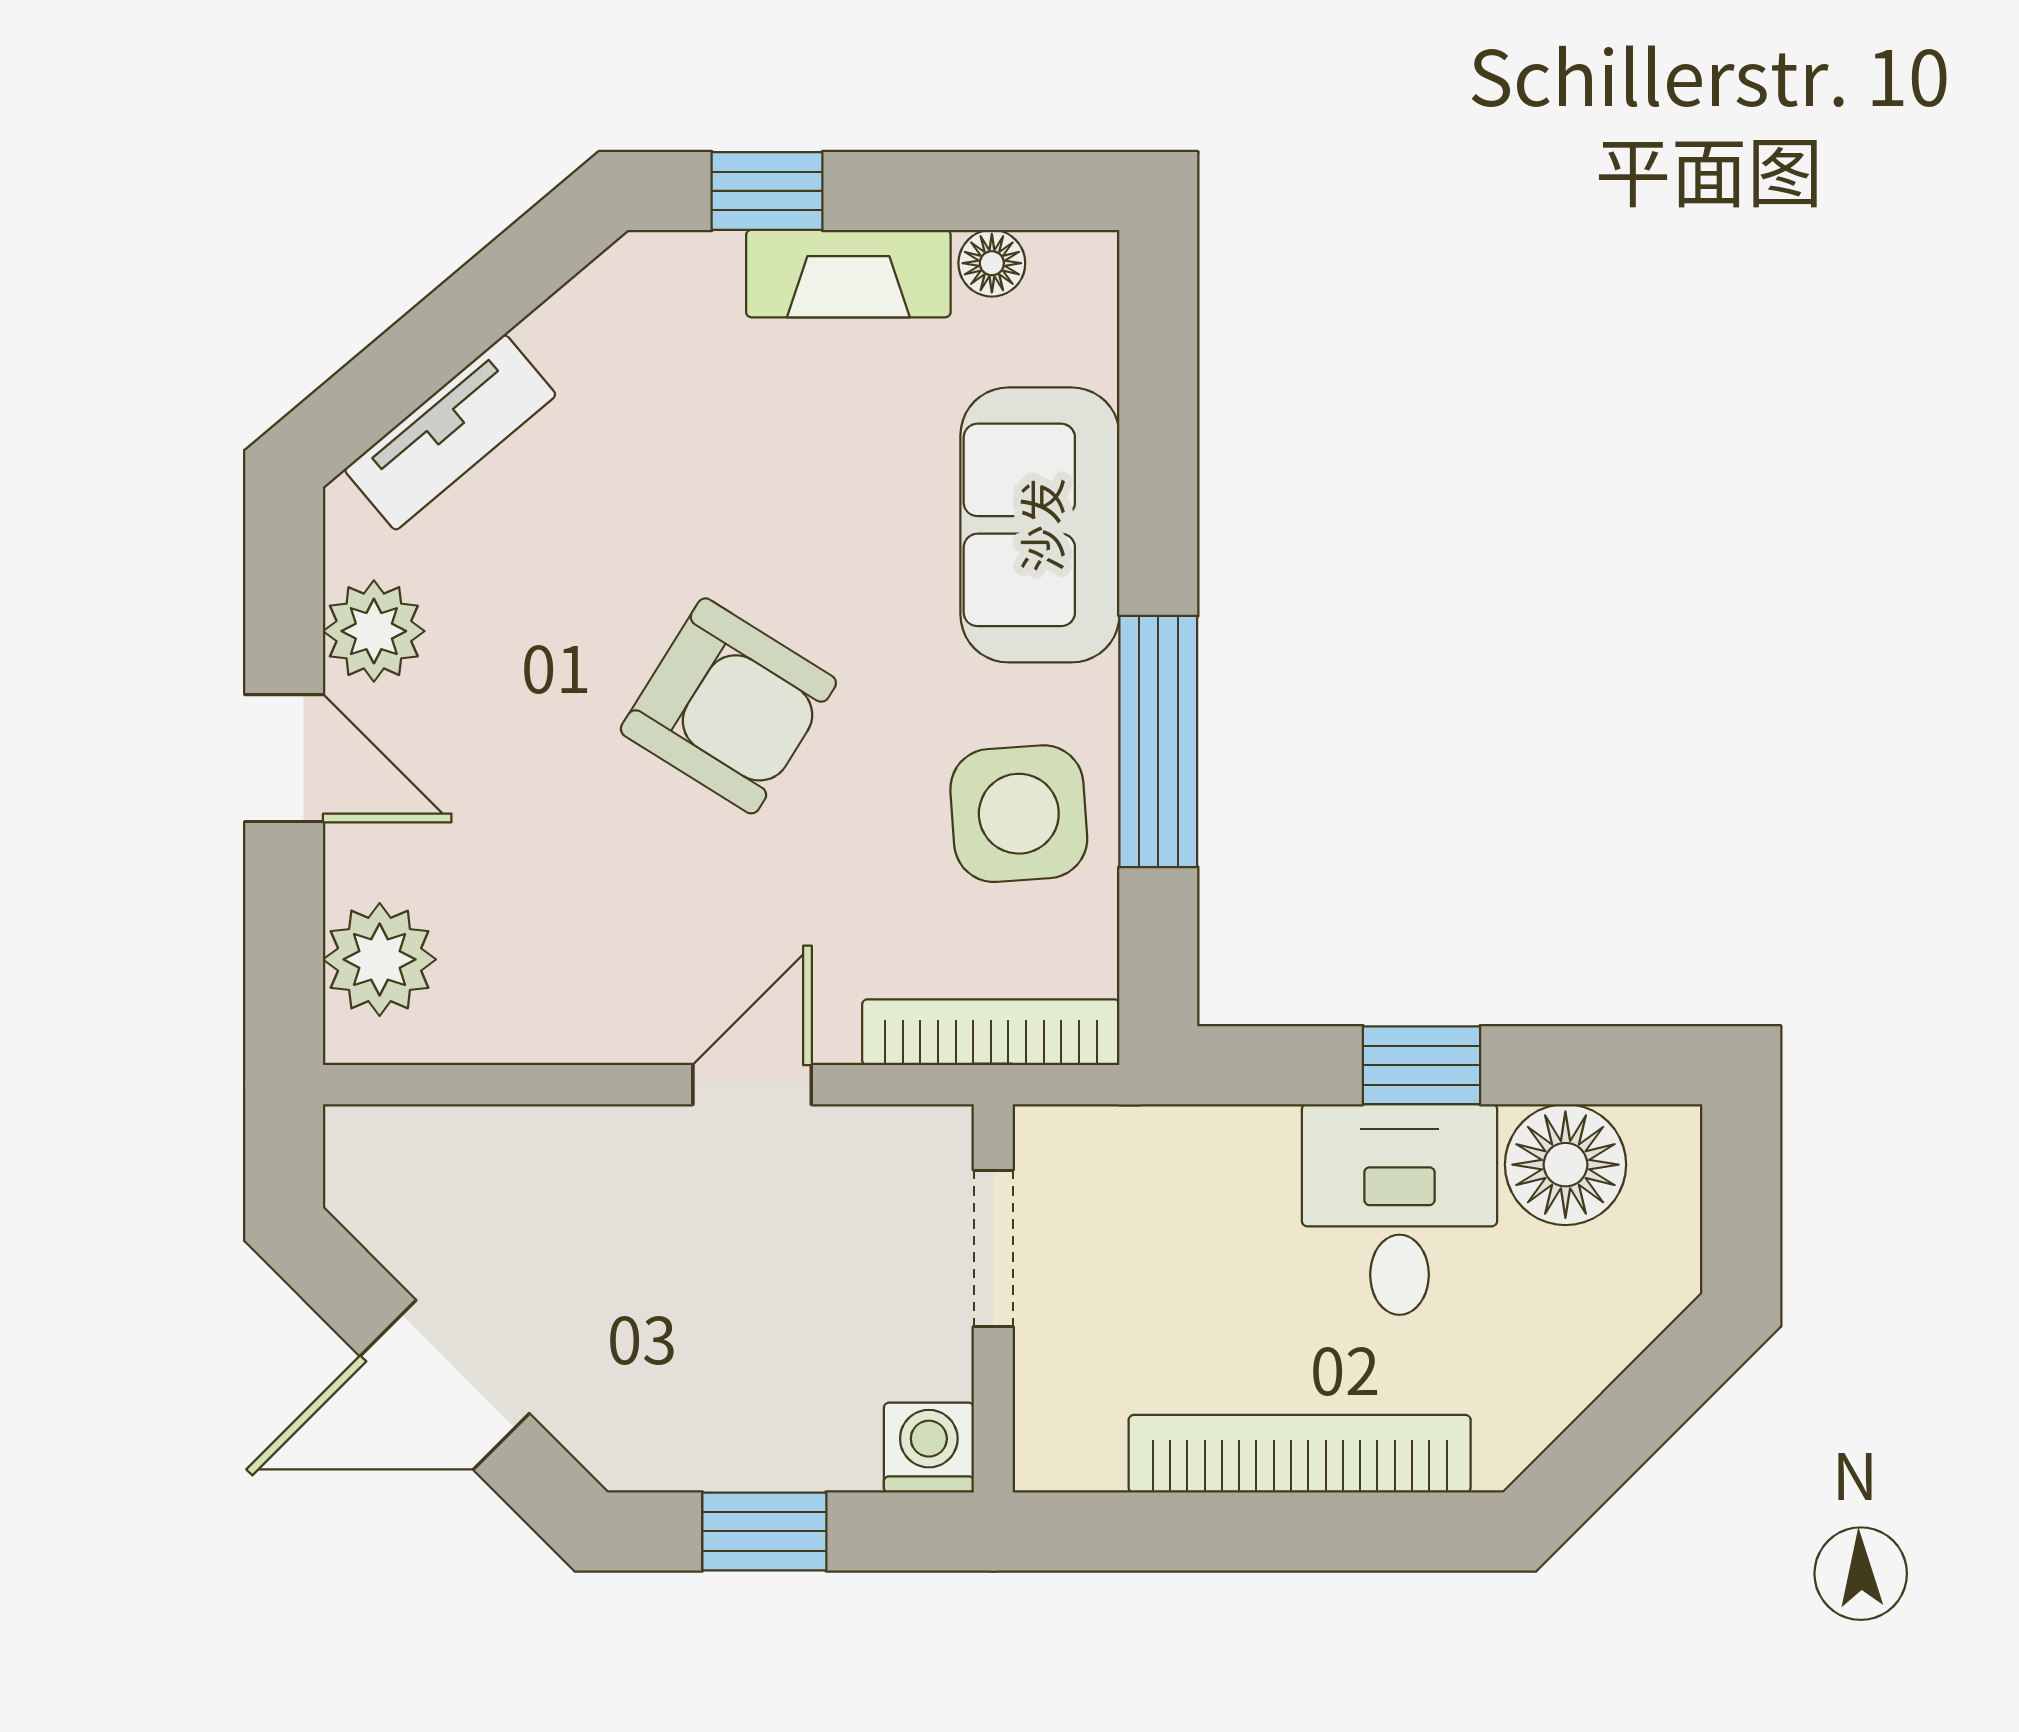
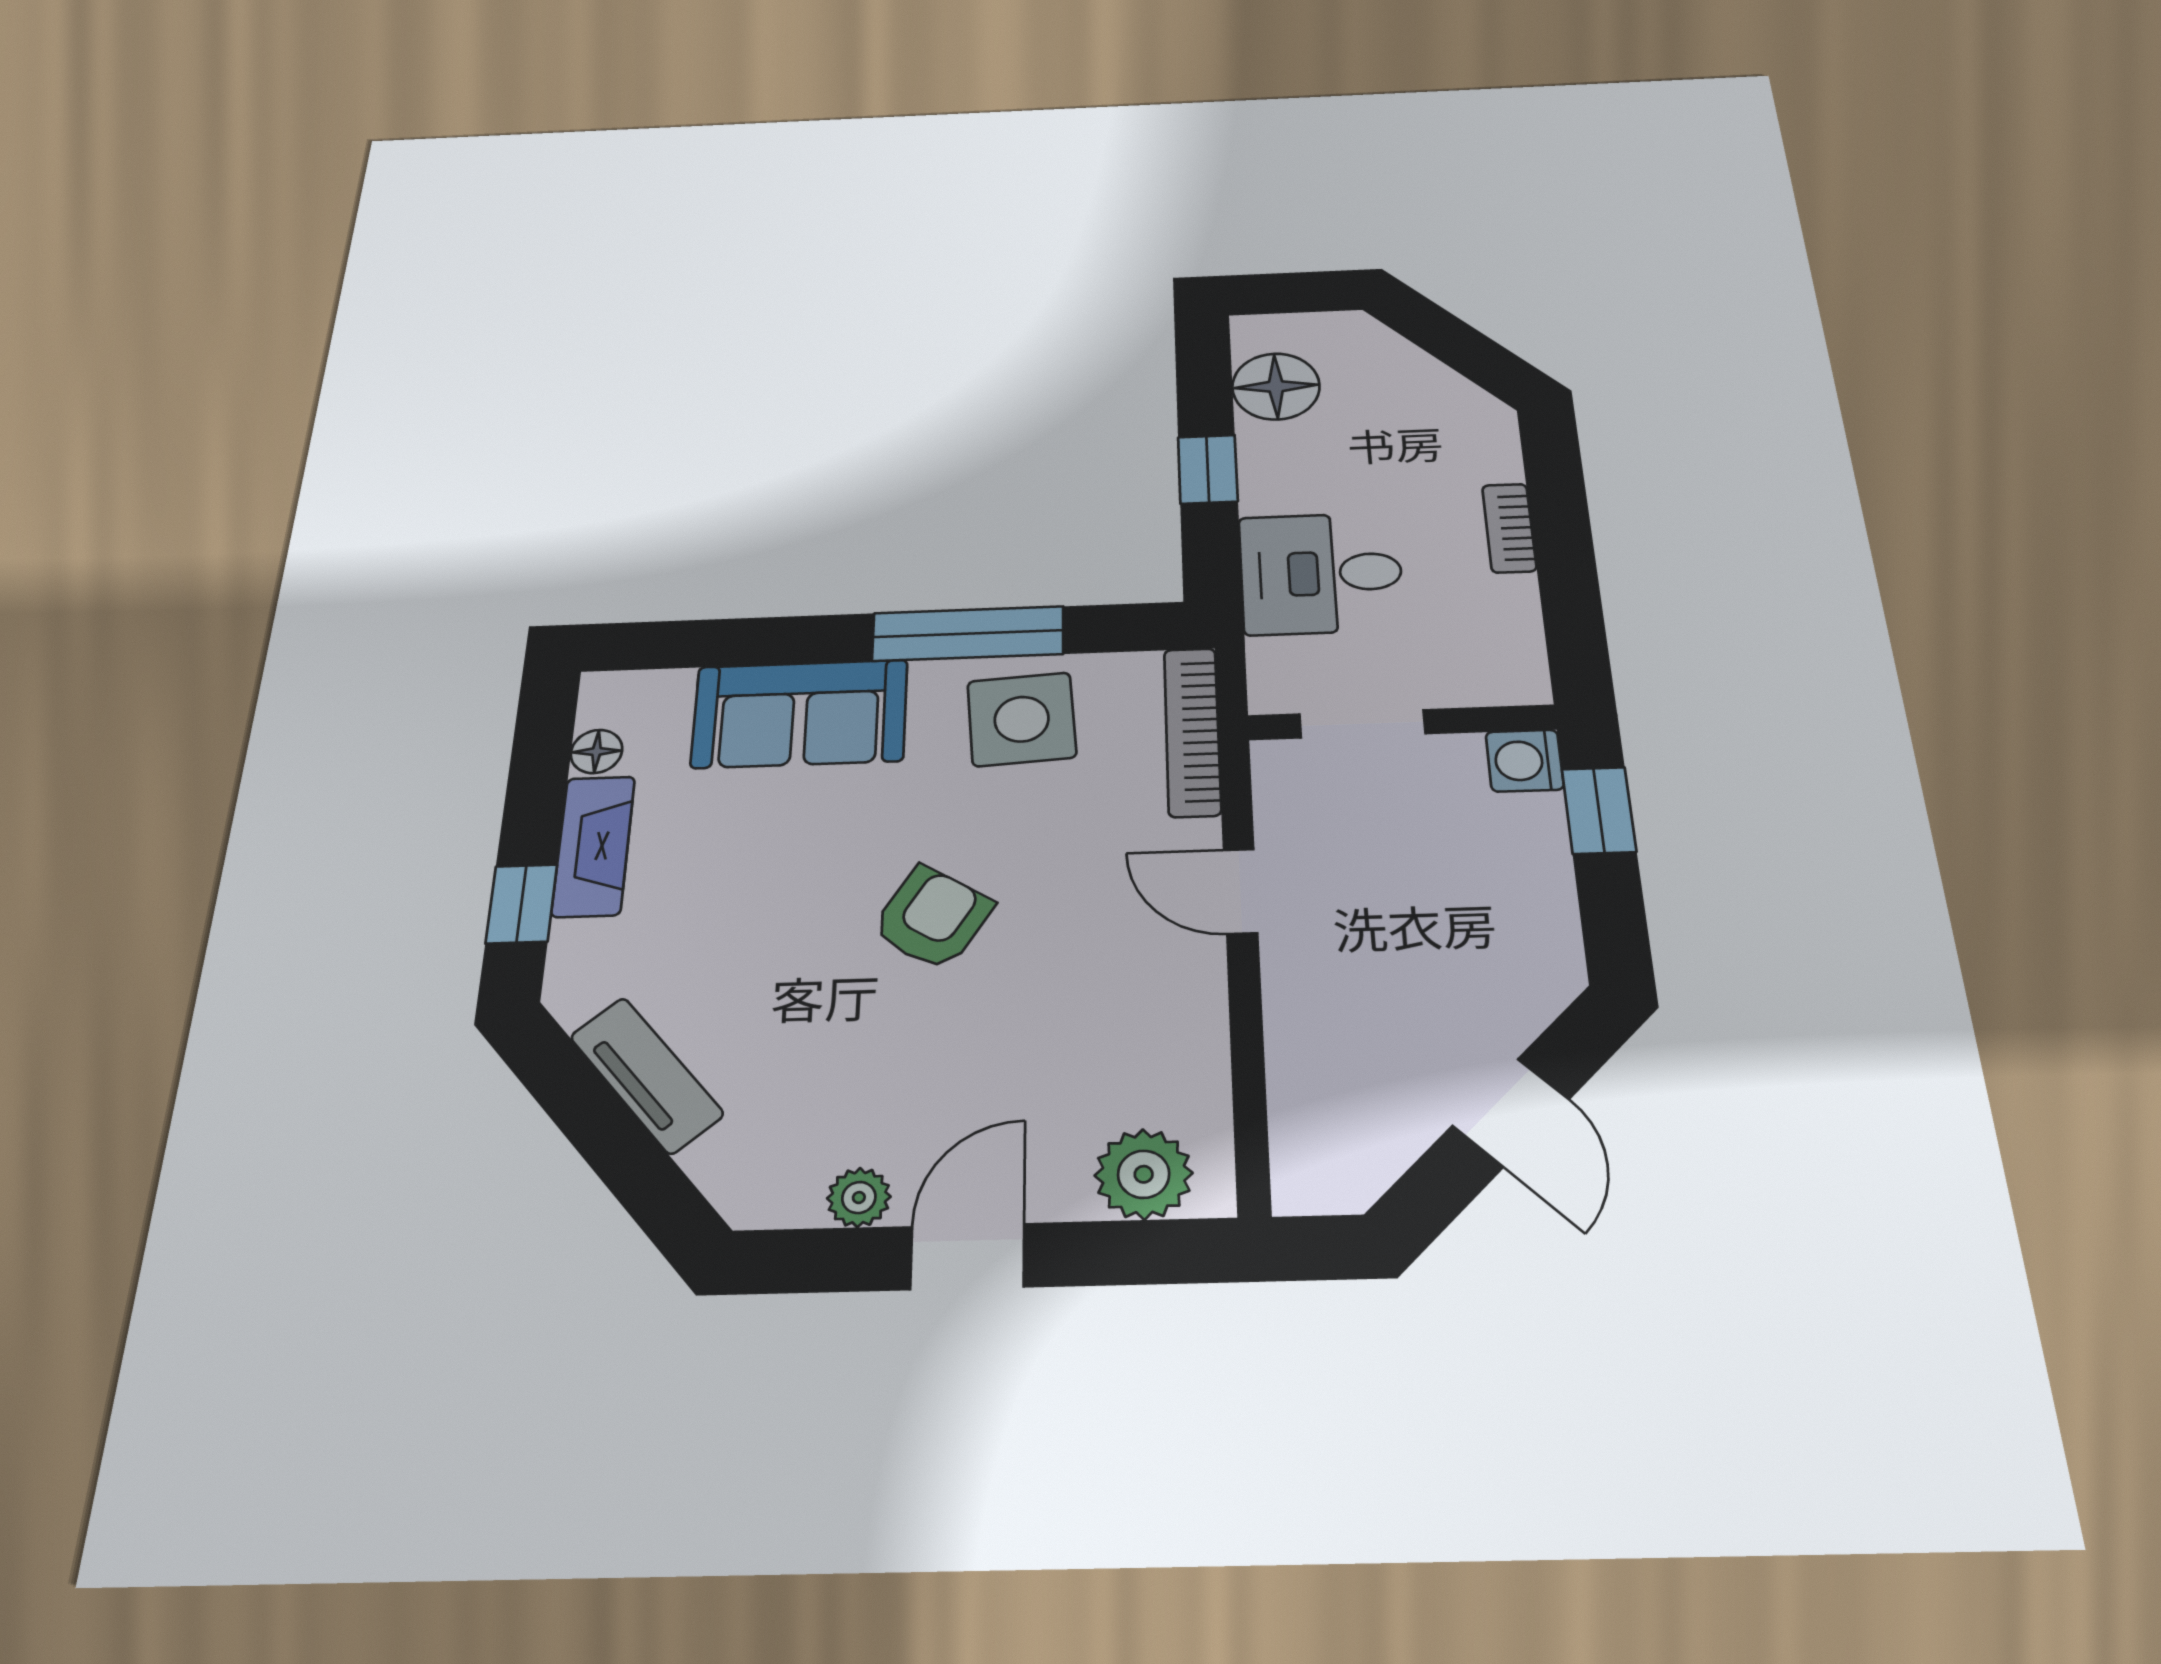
tv unit: (450, 432) -> (647, 1075), moved
plant: (374, 631) -> (859, 1198), width x0.73, depth x0.73
armchair: (728, 706) -> (932, 918), width x0.72, depth x0.72
desk: (1399, 1209) -> (1321, 573), moved
door: (445, 1385) -> (1511, 1112), width x0.73
bookcase: (1300, 1454) -> (1509, 528), width x0.43, depth x0.76
window: (764, 1531) -> (1599, 810), moved

